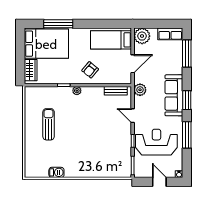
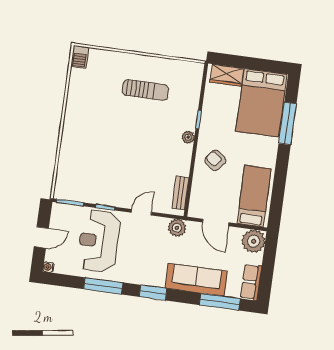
sofa: (174, 95) -> (196, 280), moved
reception desk: (156, 142) -> (99, 241), turned 180
barbecue: (56, 172) -> (80, 57), moved

